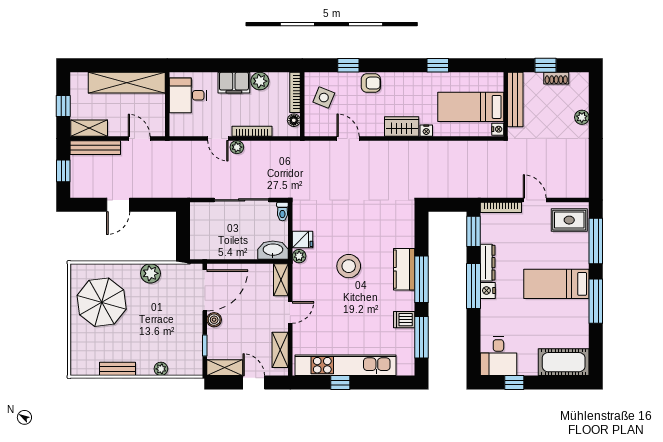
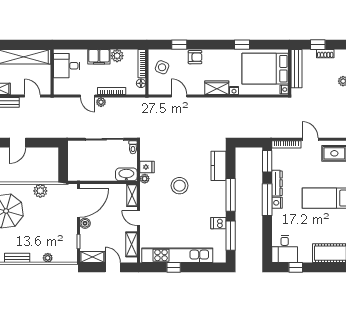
bed: (471, 107) -> (265, 69), width x1.50
kitchen counter: (404, 269) -> (218, 166), moved
door: (290, 312) -> (138, 218), swing flipped

